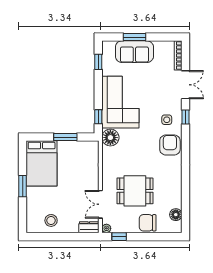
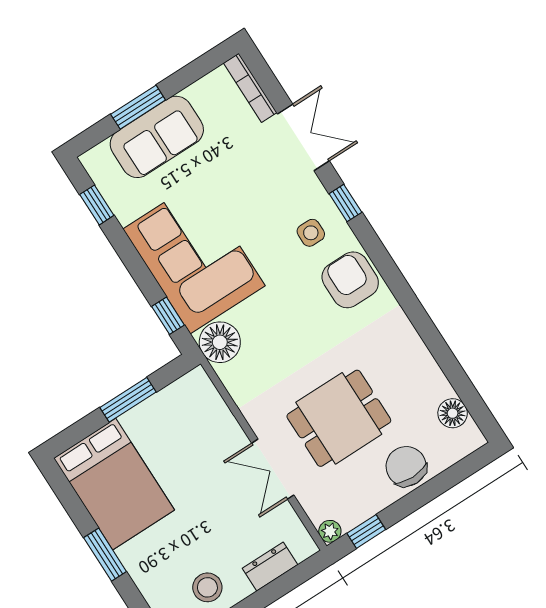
double door: (100, 204) -> (273, 469), moved
chair: (148, 223) -> (406, 466), turned 90
dresser: (89, 227) -> (270, 567), moved

